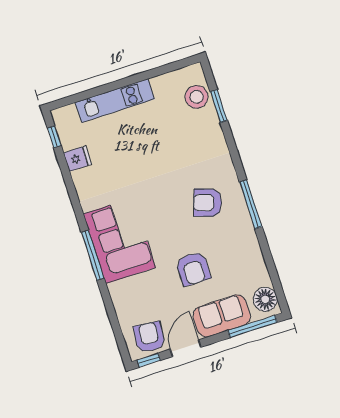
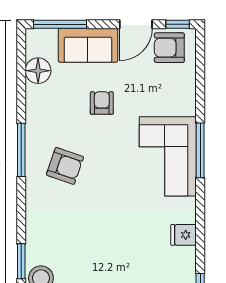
fridge: (77, 159) -> (184, 235), moved
armchair: (193, 269) -> (102, 103), width x0.72, depth x0.72
floor lamp: (265, 299) -> (38, 71), moved
armchair: (149, 337) -> (169, 48), turned 84

